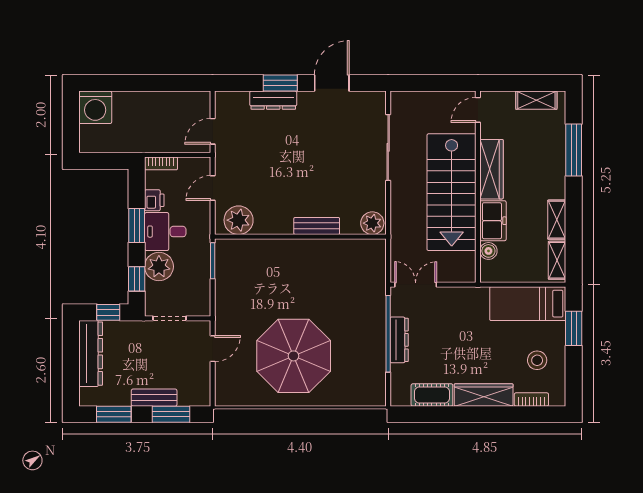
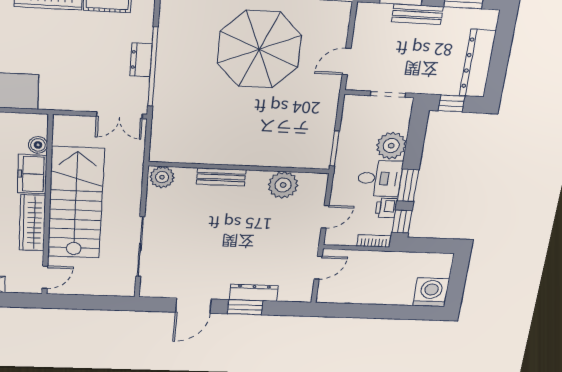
plant: (239, 220) -> (283, 185), moved
window: (137, 279) -> (402, 222), moved
dresser: (399, 340) -> (141, 60), width x0.70

